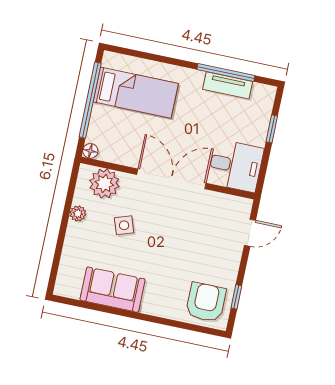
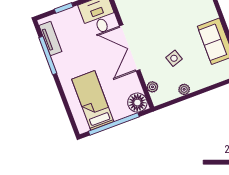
tv unit: (228, 85) -> (50, 39), moved
floor lamp: (90, 151) -> (137, 103), width x1.89, depth x1.89
plant: (104, 183) -> (152, 87), width x0.53, depth x0.53

